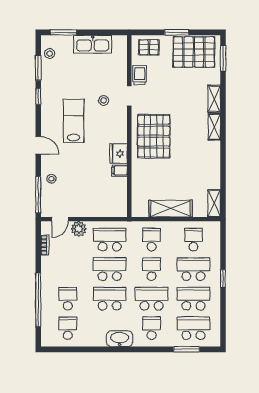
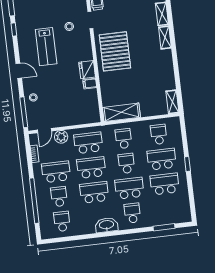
lab bench: (74, 121) -> (46, 47), turned 180
shelving: (171, 209) -> (121, 112), moved
school desk: (193, 328) -> (56, 172), moved

